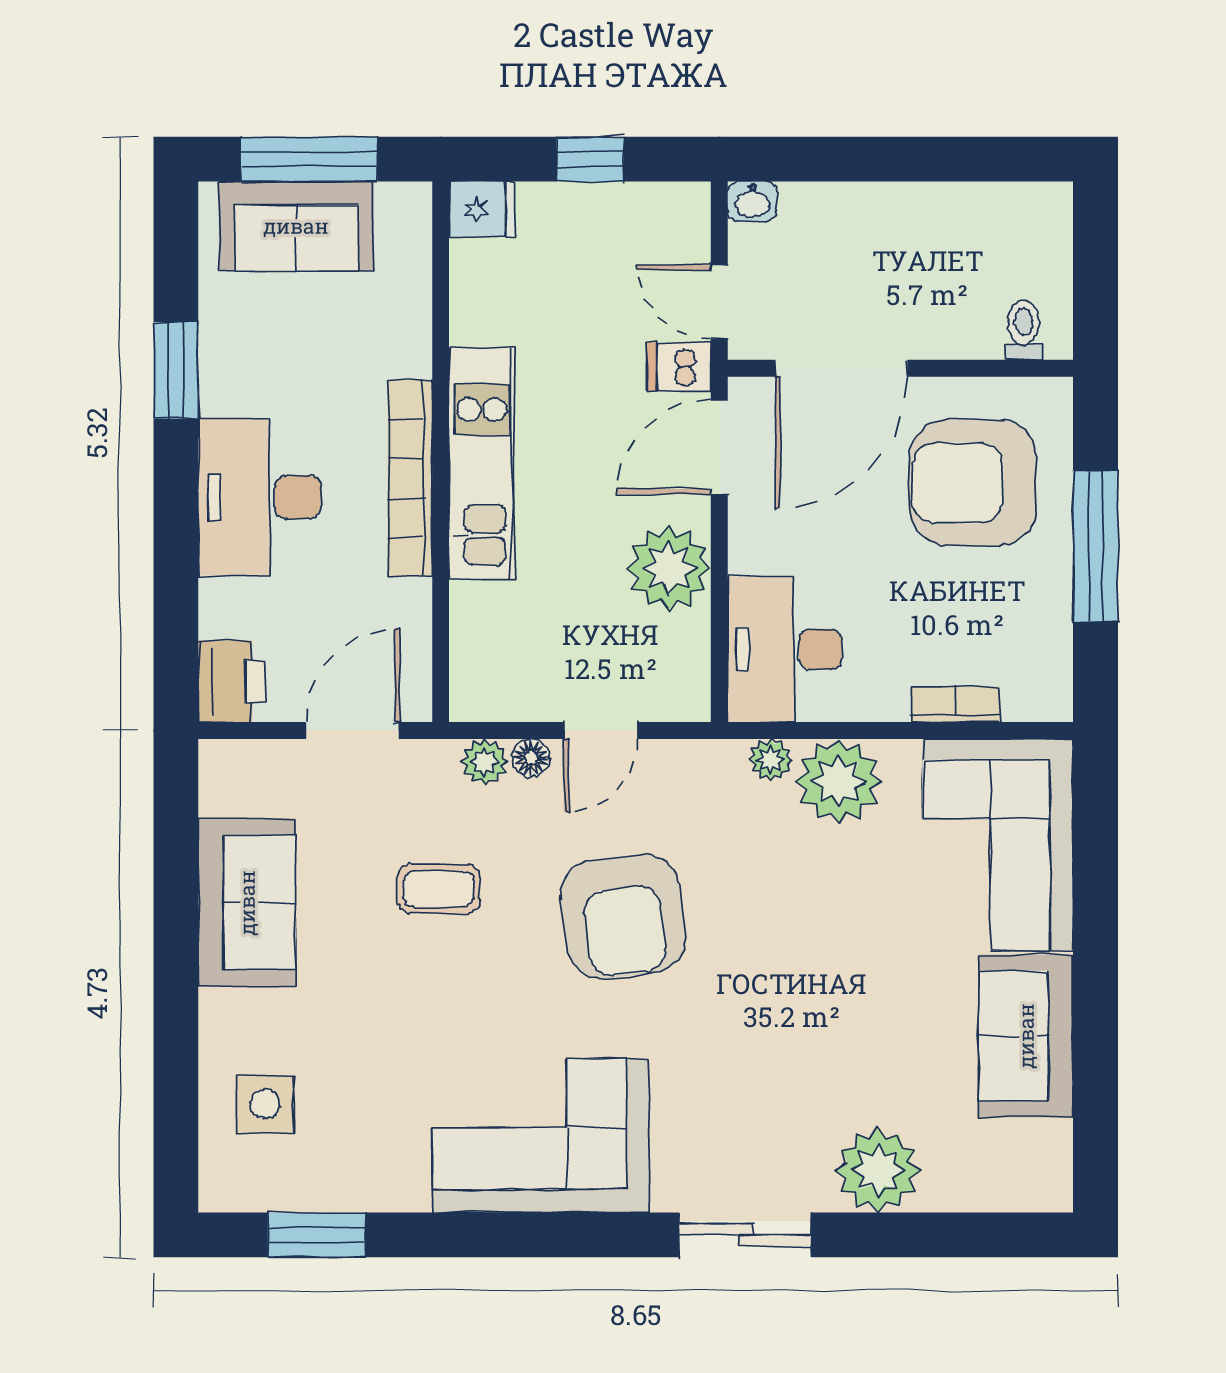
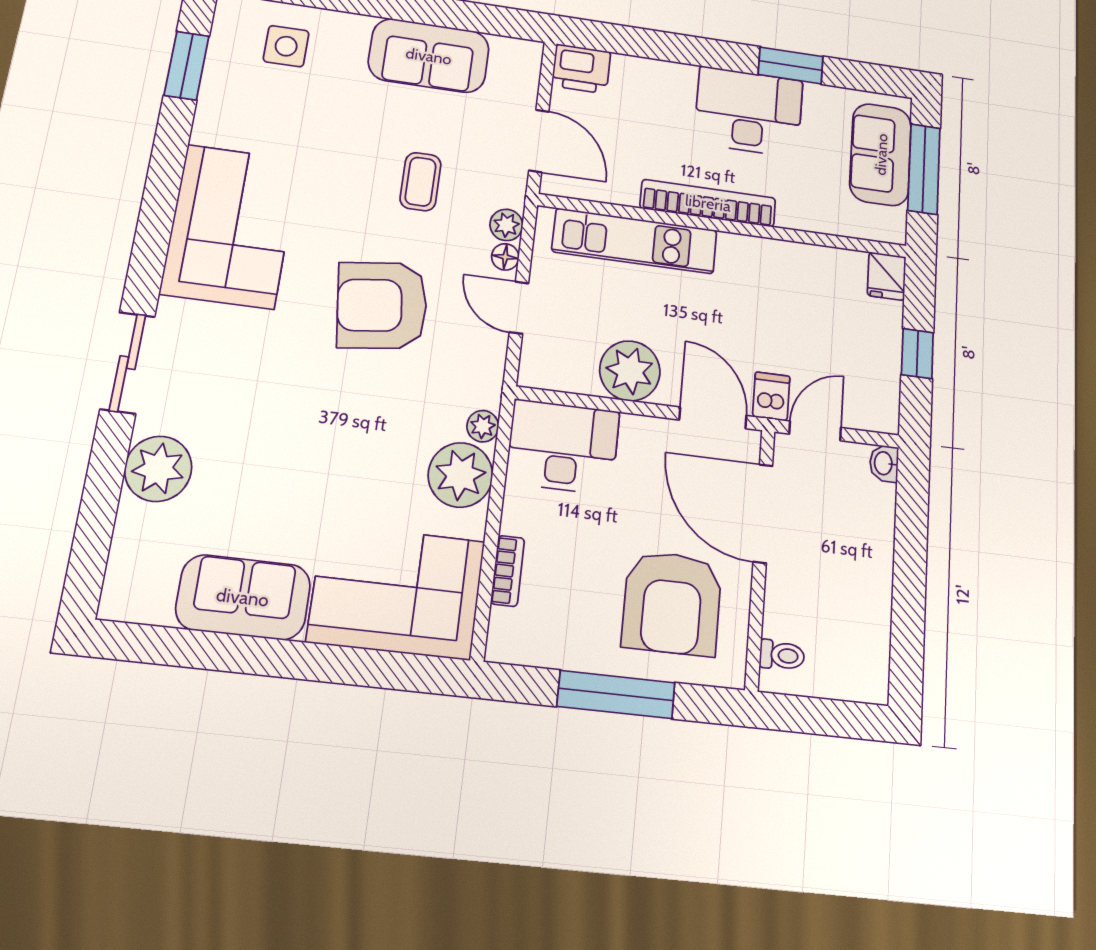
kitchen unit: (482, 463) -> (635, 241), moved
armchair: (973, 483) -> (672, 603), turned 180
desk: (260, 497) -> (749, 112), moved

